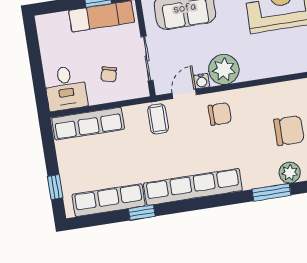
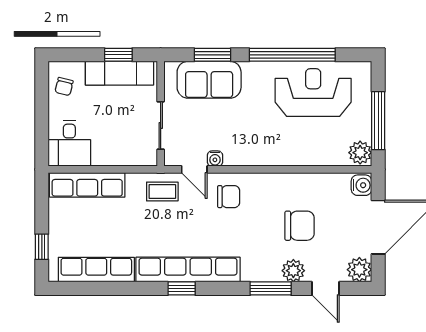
plant: (224, 69) -> (241, 150), removed
chair: (109, 74) -> (64, 87), moved
door: (184, 94) -> (194, 169), swing flipped
coffee table: (158, 119) -> (162, 192), turned 90
window: (142, 213) -> (182, 288), moved

